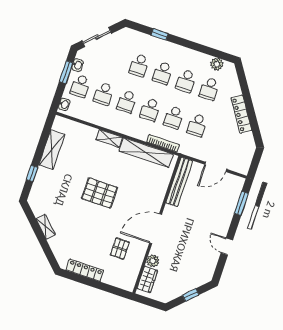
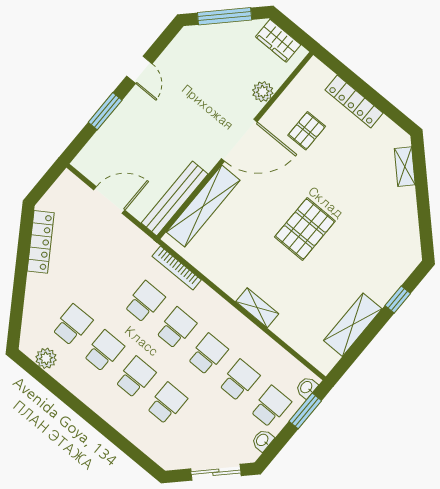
window: (160, 34) -> (117, 439), removed
window: (66, 72) -> (305, 411), moved
locker: (241, 114) -> (41, 242), moved
school desk: (197, 125) -> (113, 276), removed
shelving: (146, 153) -> (203, 206), moved, turned 90
pallet: (99, 193) -> (305, 229), turned 90
window: (241, 203) -> (105, 111), moved
shelving: (46, 227) -> (405, 167), moved
locker: (85, 270) -> (354, 101), moved
wardrobe: (147, 279) -> (278, 41), moved, turned -90
window: (191, 295) -> (225, 16), width x2.17

